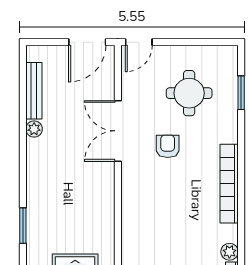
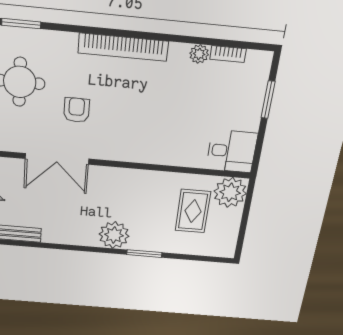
plant: (34, 129) -> (114, 235), moved, width x1.87, depth x1.87
armchair: (168, 146) -> (76, 110), turned 90

